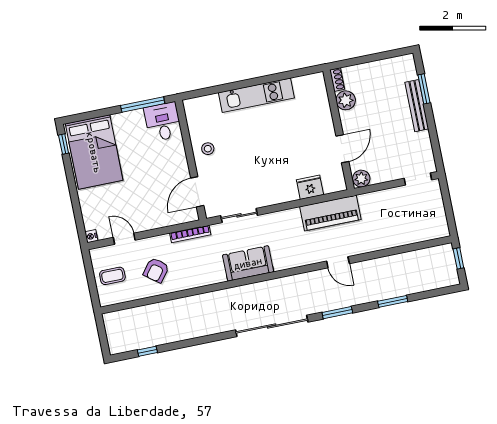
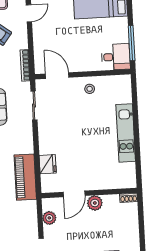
plant: (346, 100) -> (95, 203), moved
door: (342, 149) -> (74, 194), hinge flipped
plant: (361, 179) -> (49, 218), moved

